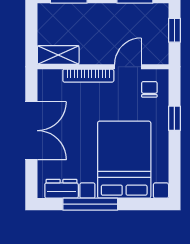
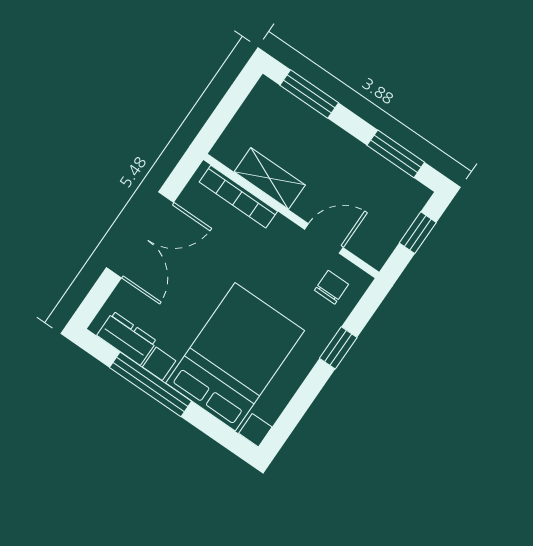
shelving: (58, 55) -> (270, 178), moved
bookcase: (88, 76) -> (238, 197), moved

